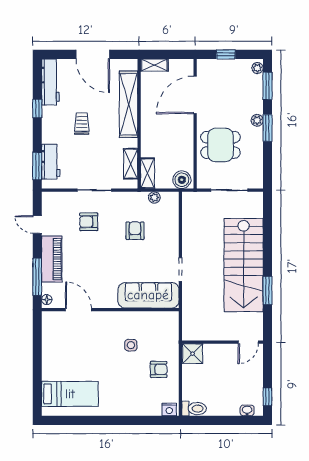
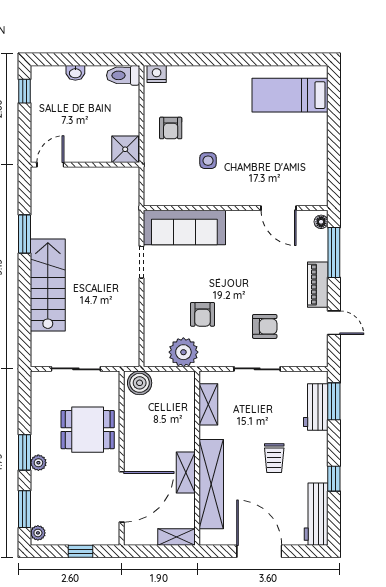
shelving: (147, 173) -> (186, 472), moved
plant: (154, 197) -> (183, 352), width x1.88, depth x1.88
piano: (52, 259) -> (318, 285), width x0.73, depth x0.75
stairs: (244, 265) -> (48, 285), width x0.73, depth x0.66
armchair: (159, 369) -> (171, 128), turned -90
washbasin: (247, 410) -> (75, 73), moved

